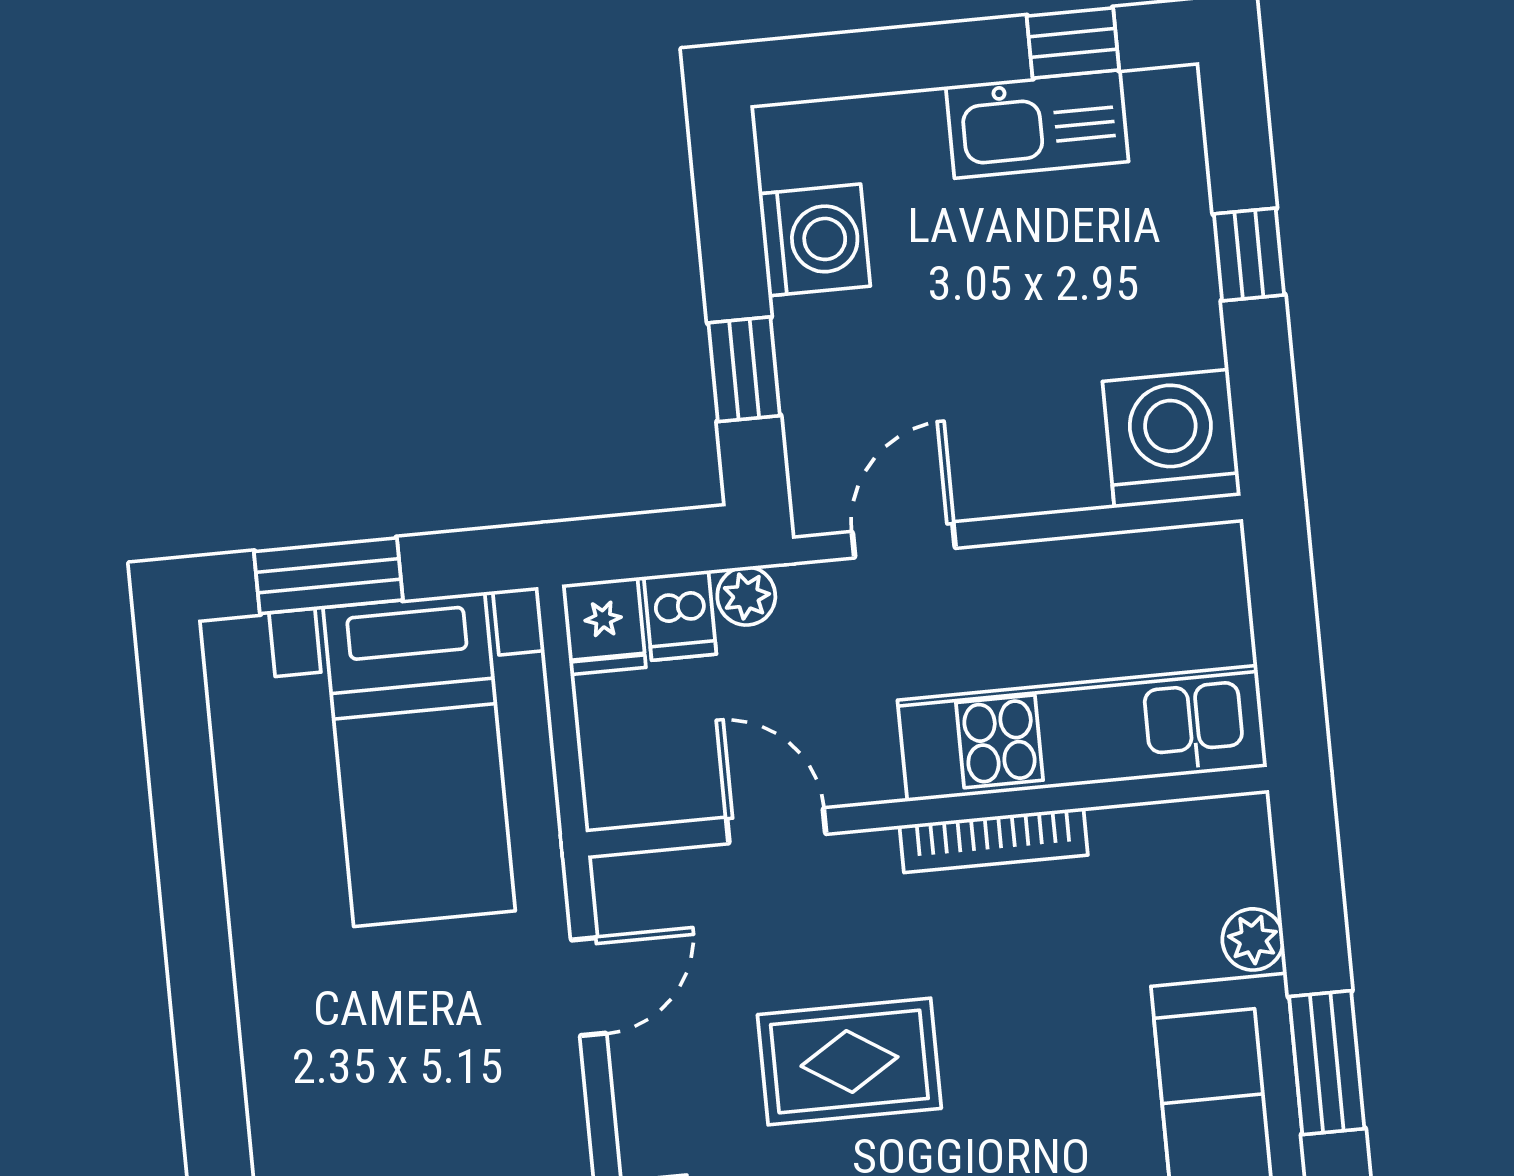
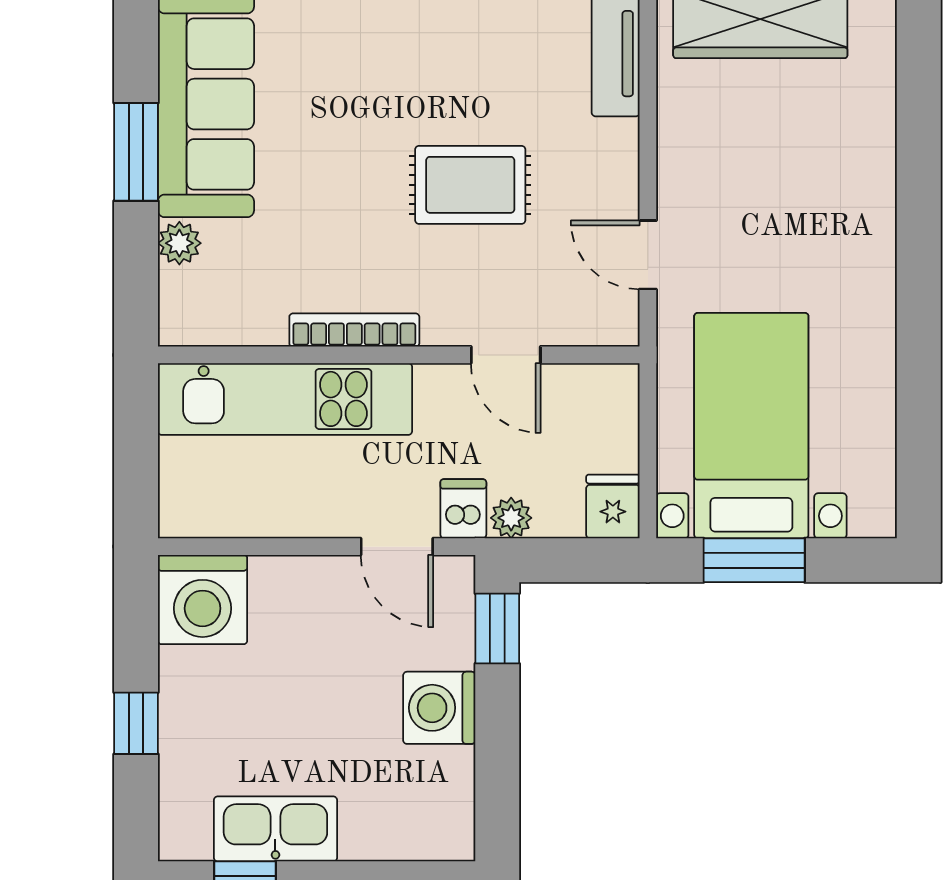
washing machine: (815, 240) -> (439, 708), moved
window: (744, 369) -> (497, 629), moved
door: (904, 540) -> (397, 547), hinge flipped
window: (328, 576) -> (754, 560), moved
dishwasher: (680, 615) -> (463, 509), moved
door: (589, 987) -> (648, 255), hinge flipped

